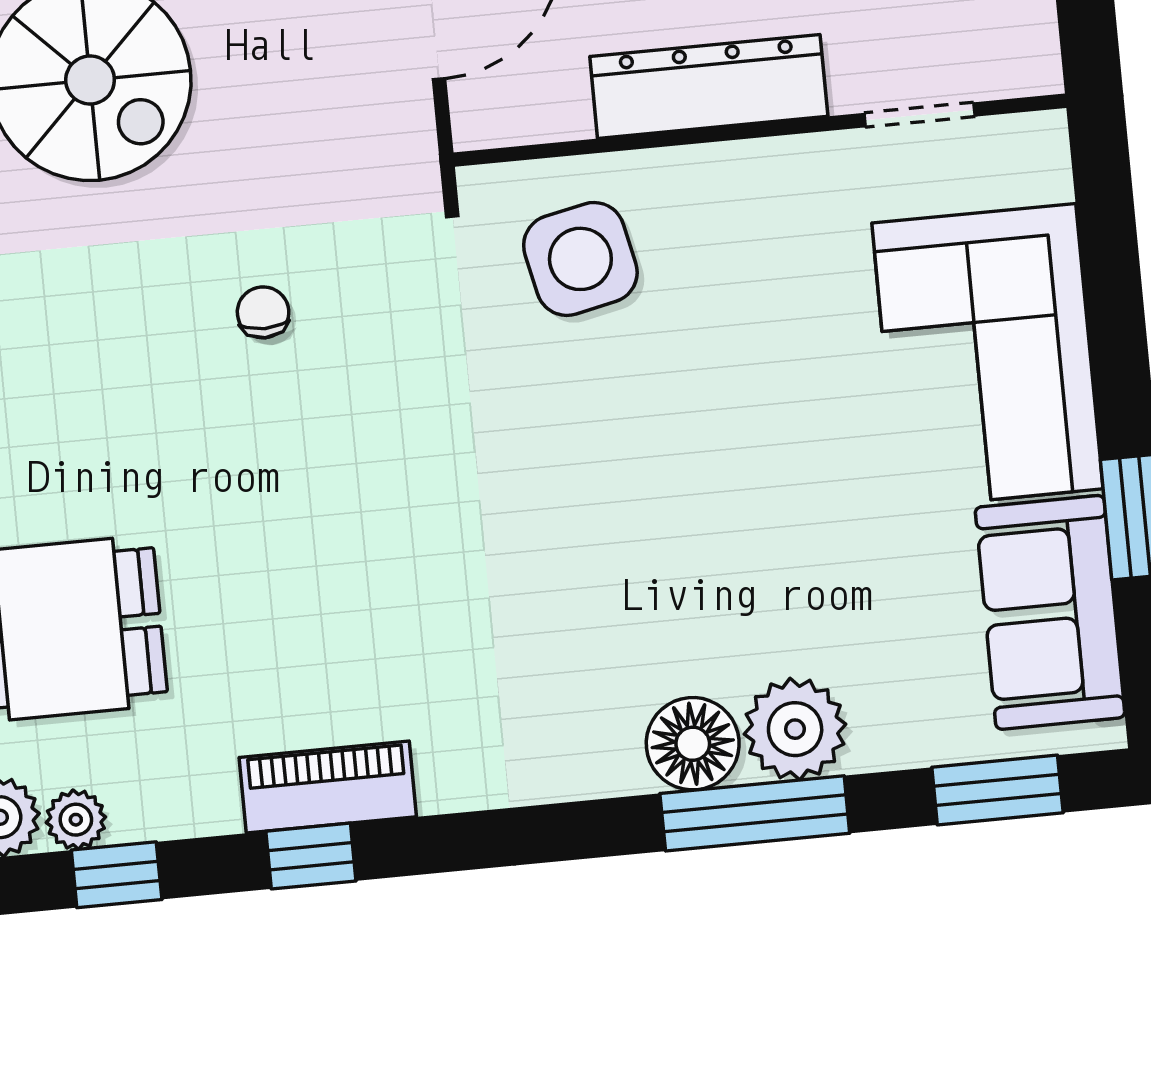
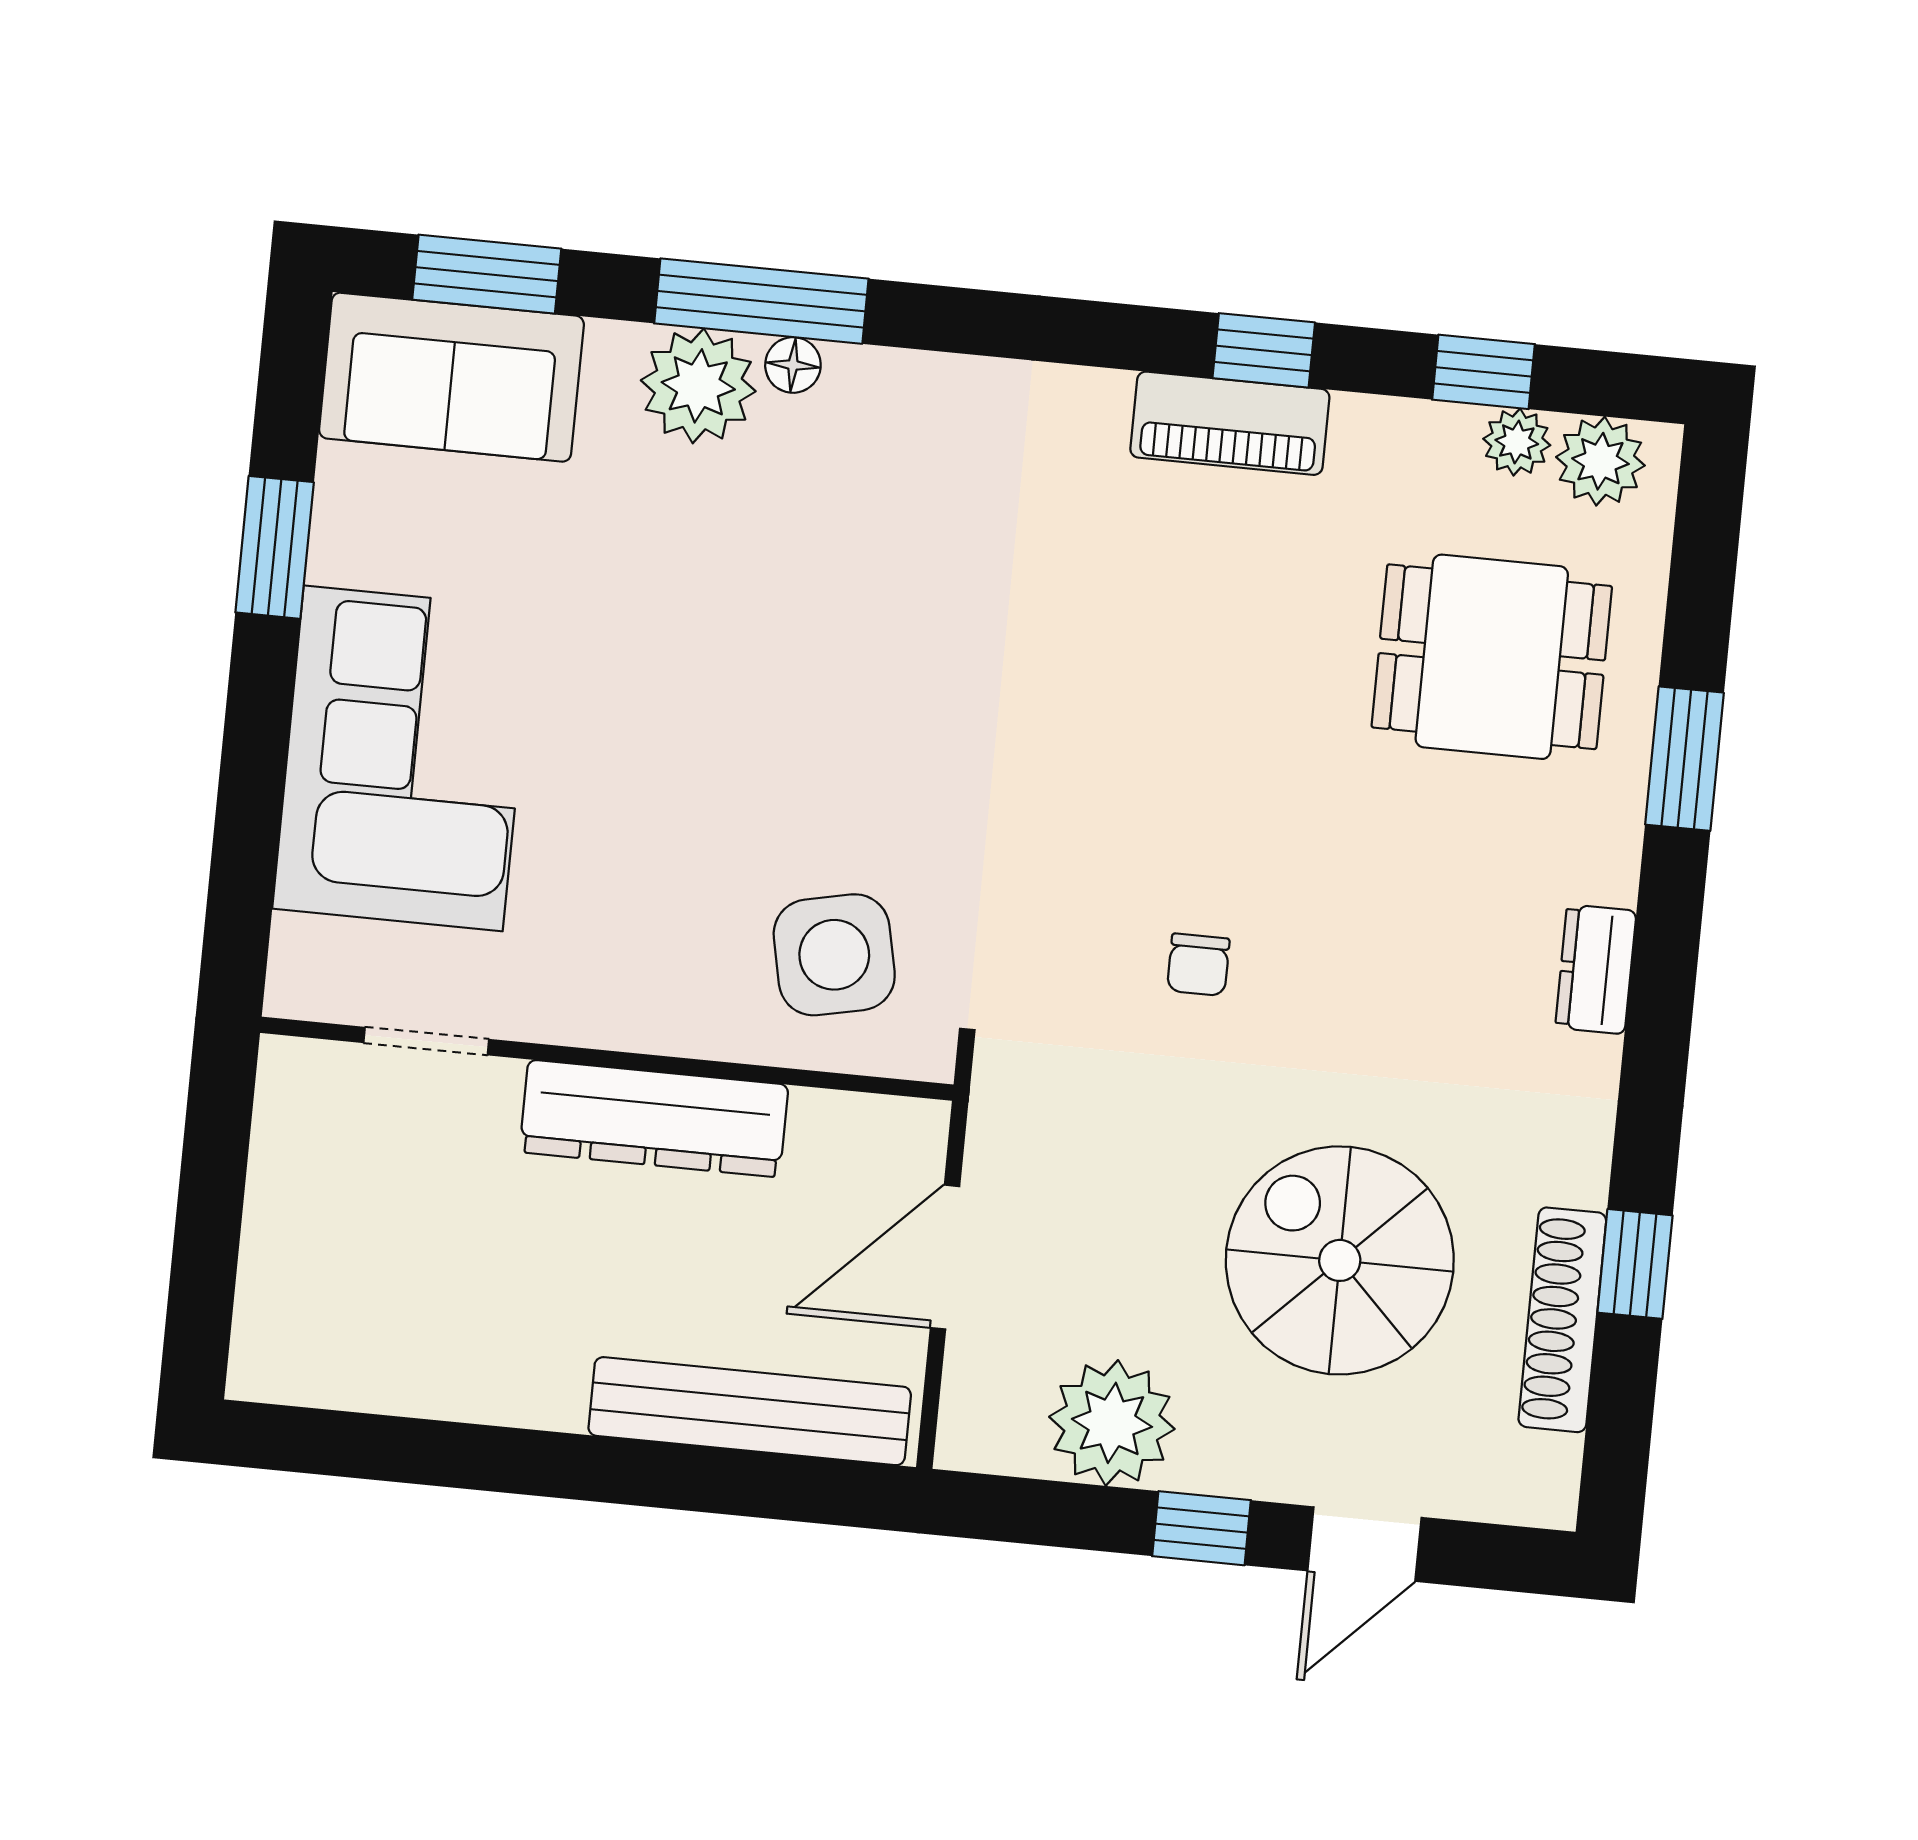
sofa: (1050, 612) -> (451, 377), moved, turned 90
floor lamp: (693, 744) -> (793, 365), width x0.53, depth x0.53

